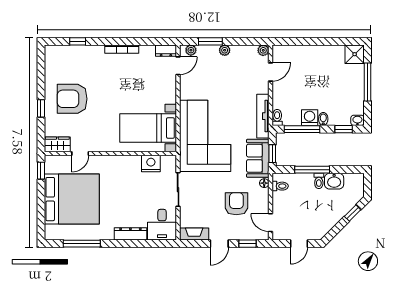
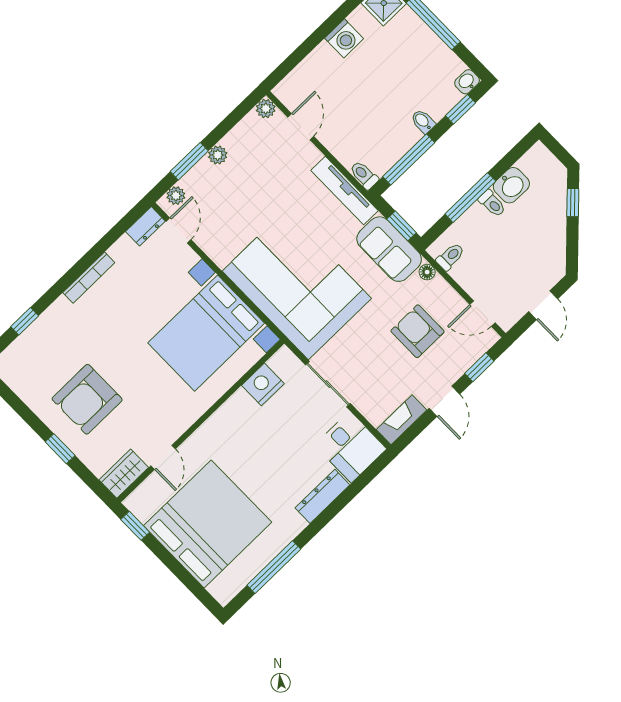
washing machine: (310, 118) -> (344, 38), moved, turned 180
bed with nightstands: (148, 128) -> (206, 333), width x1.36

